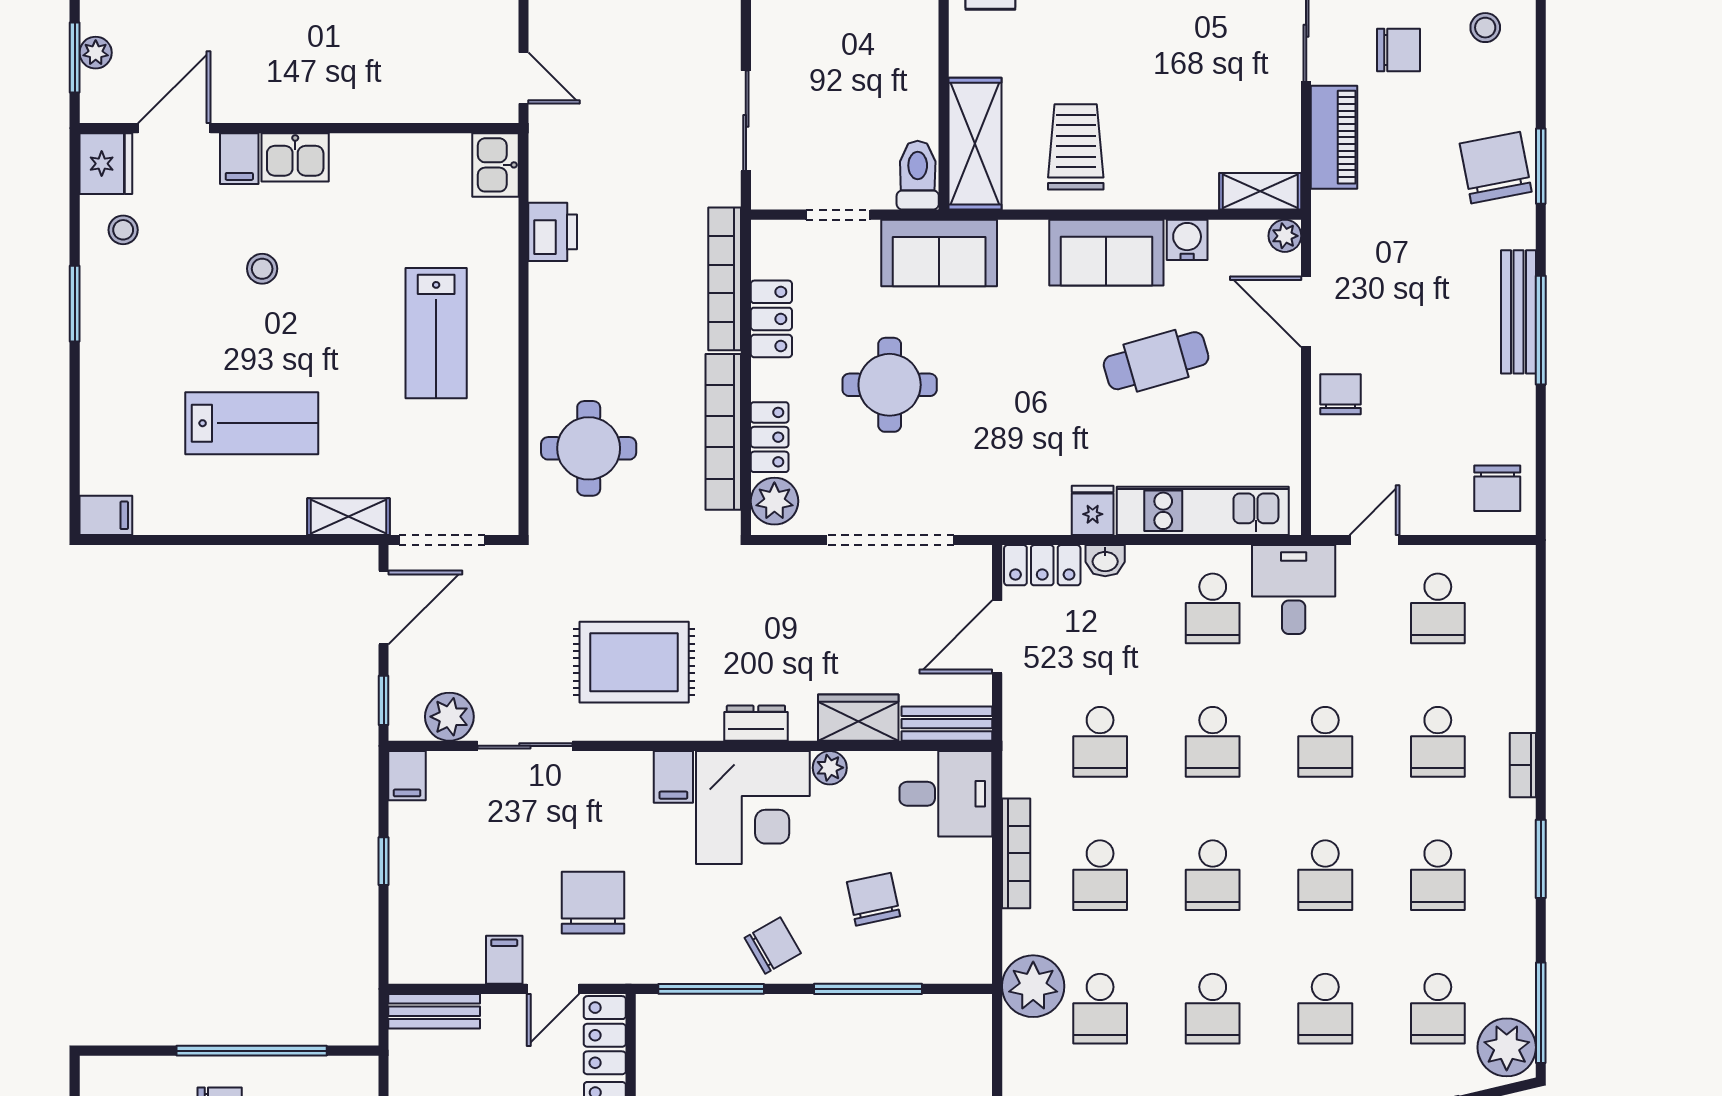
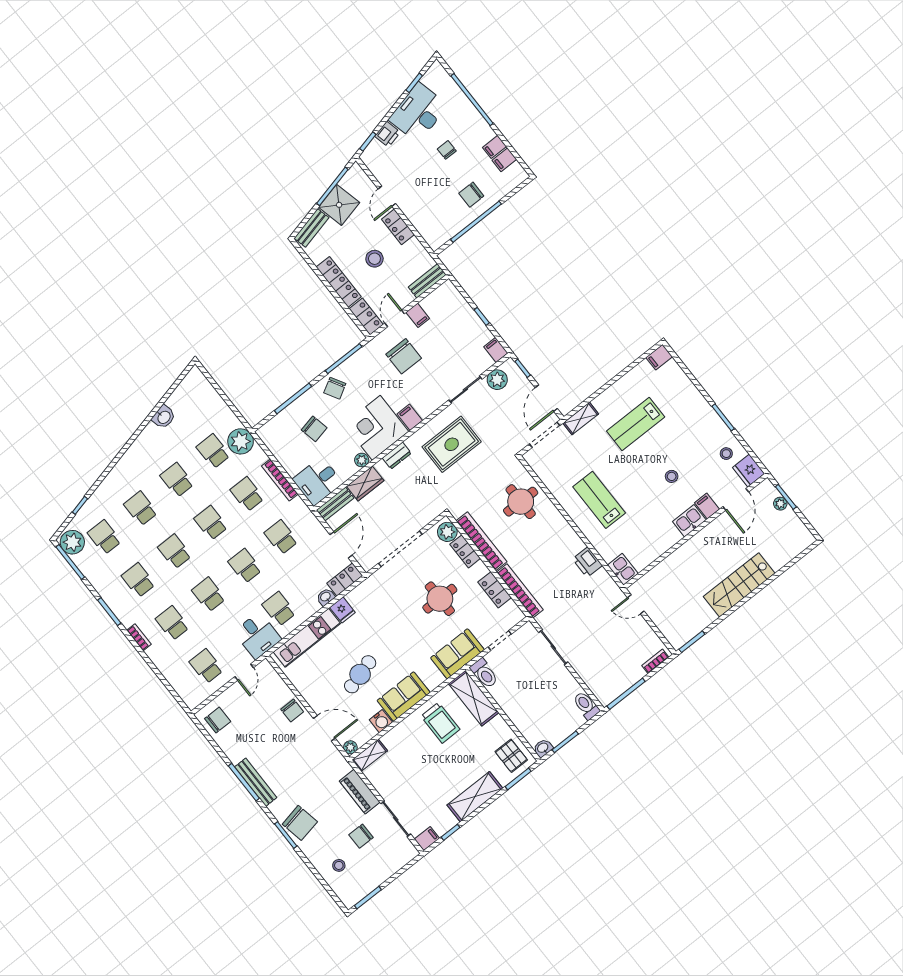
chair: (1497, 488) -> (218, 720), turned 90

